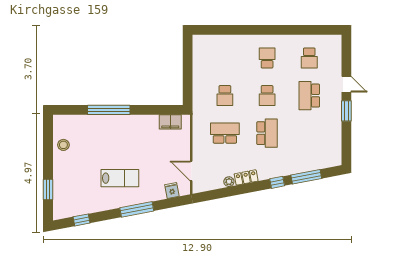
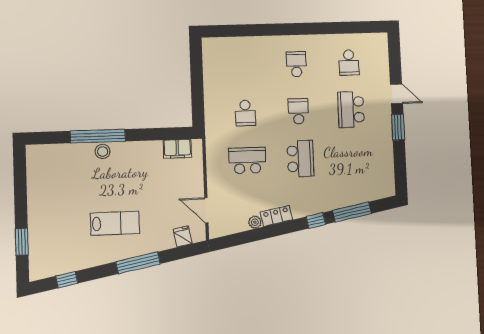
school desk: (267, 96) -> (298, 111), turned 180
stool: (63, 145) -> (103, 151), moved

